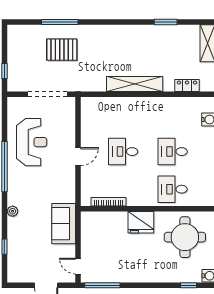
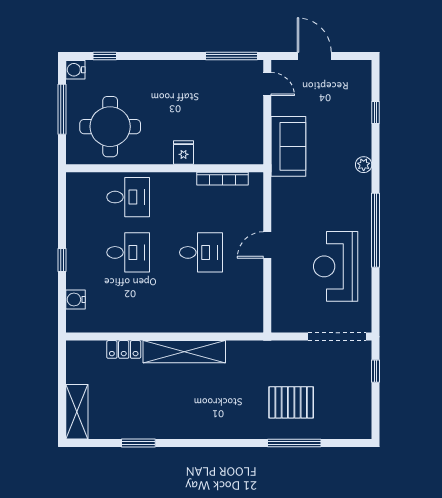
locker: (187, 86) -> (124, 349), moved
doorway: (47, 94) -> (337, 337), moved
fridge: (141, 222) -> (184, 153), width x0.53, depth x0.75

